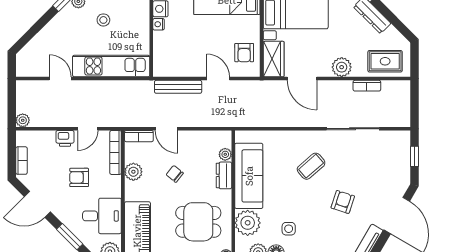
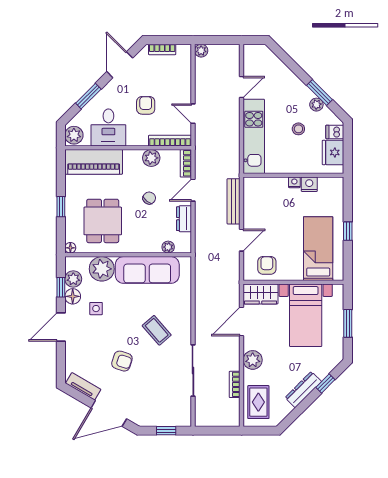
armchair: (244, 53) -> (267, 265), turned 90
printer: (65, 138) -> (184, 92), removed
dresser: (224, 175) -> (184, 219), moved, turned -90

